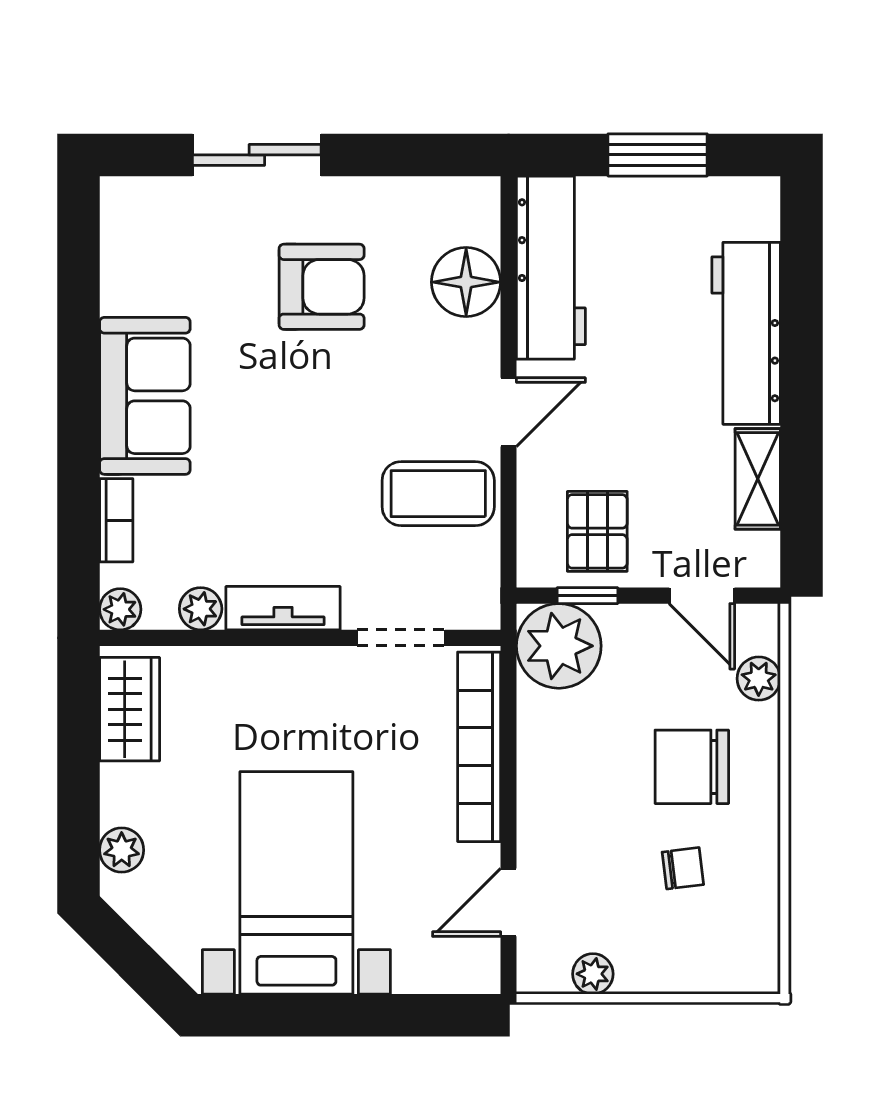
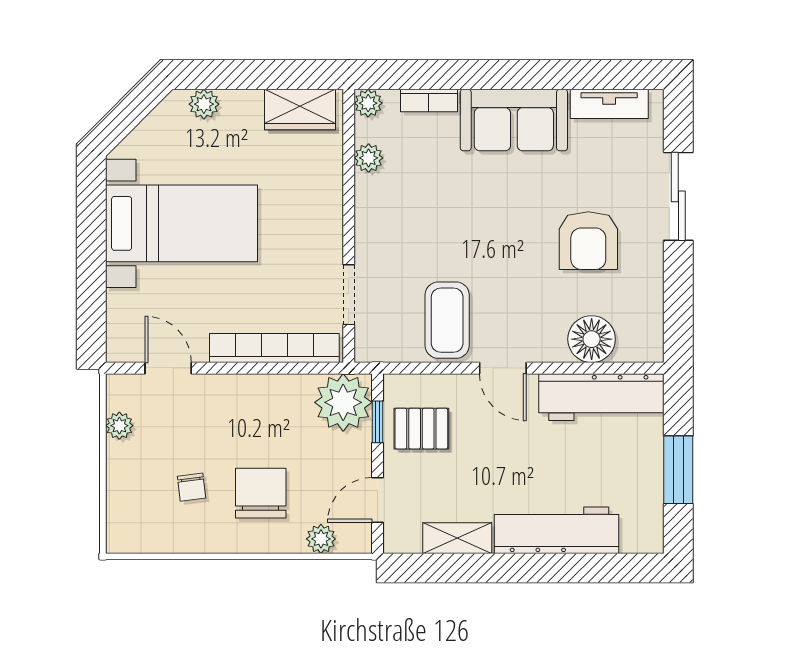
tv unit: (283, 608) -> (609, 104), moved, turned 90

